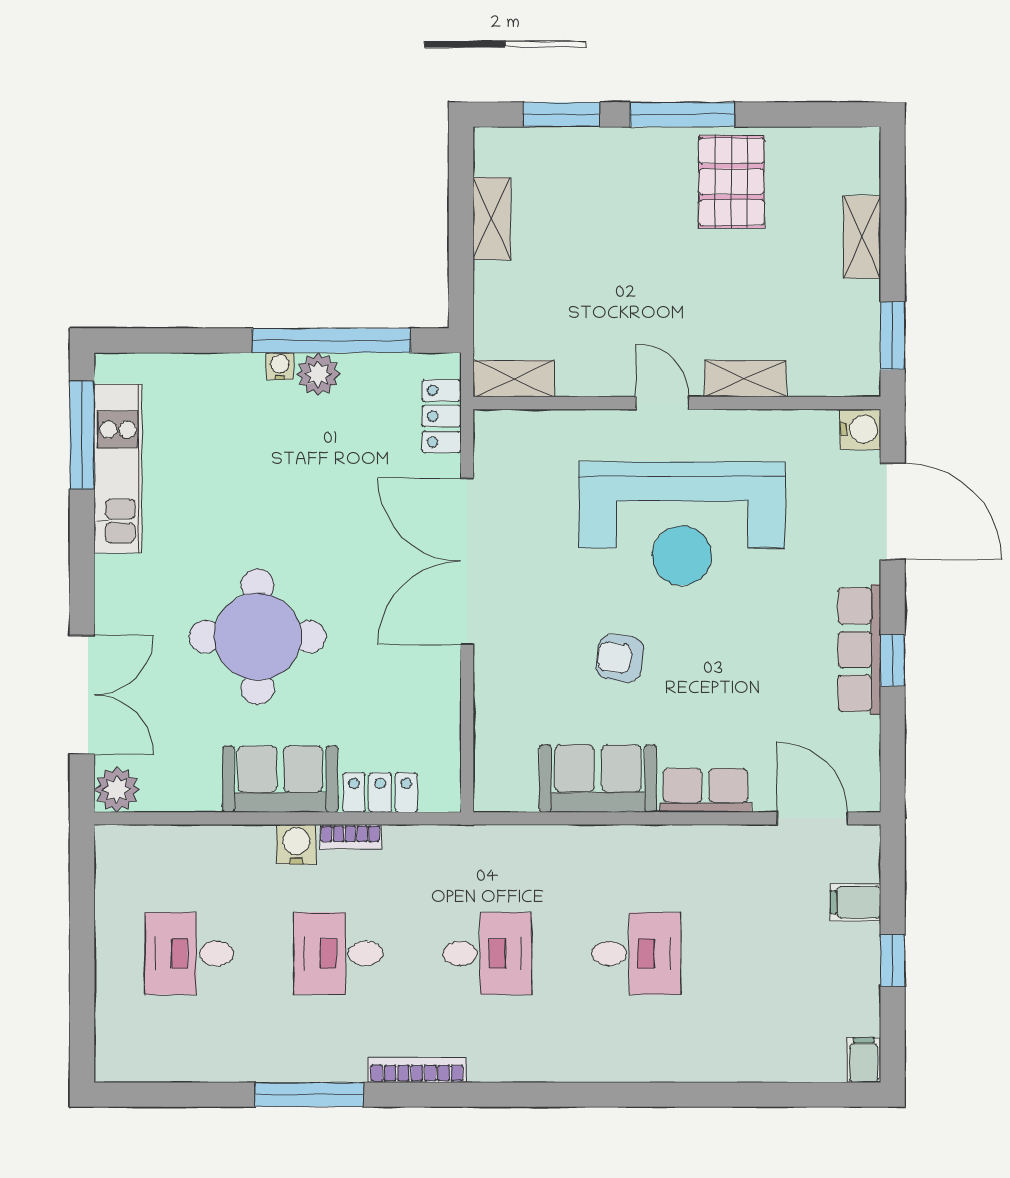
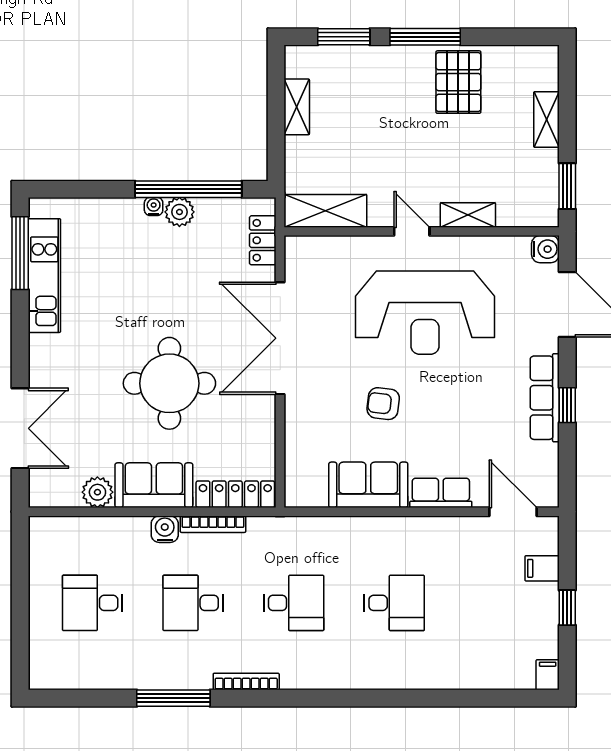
shelving: (514, 379) -> (325, 211), width x1.50, depth x1.33
round table: (258, 637) -> (169, 383), moved
plant: (117, 790) -> (97, 492), moved
locker: (380, 792) -> (235, 494), width x1.53
bookcase: (350, 837) -> (213, 524), width x1.56

